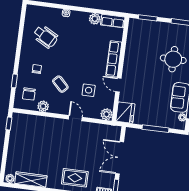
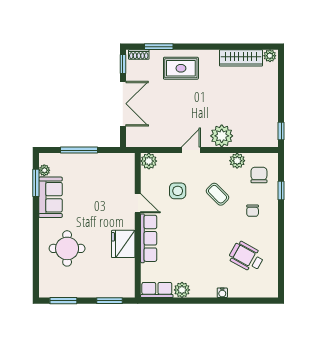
fridge: (125, 113) -> (123, 244), moved
door: (75, 118) -> (191, 150), swing flipped
plant: (52, 126) -> (222, 136), added

